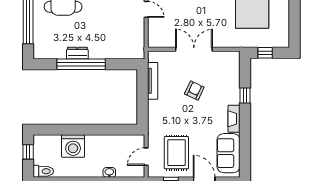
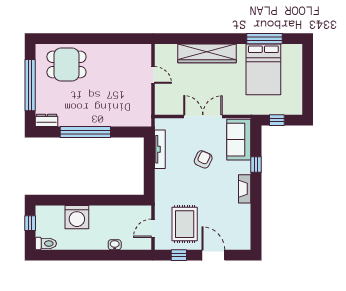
dresser: (77, 53) -> (47, 120), moved
sofa: (229, 153) -> (239, 140), moved

